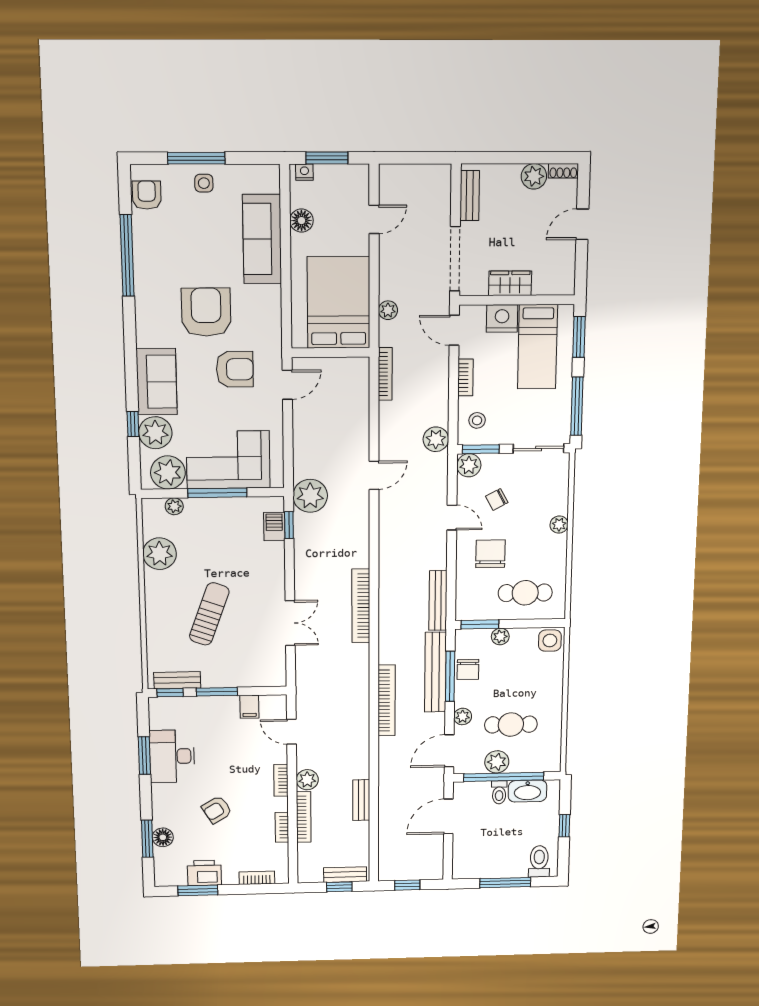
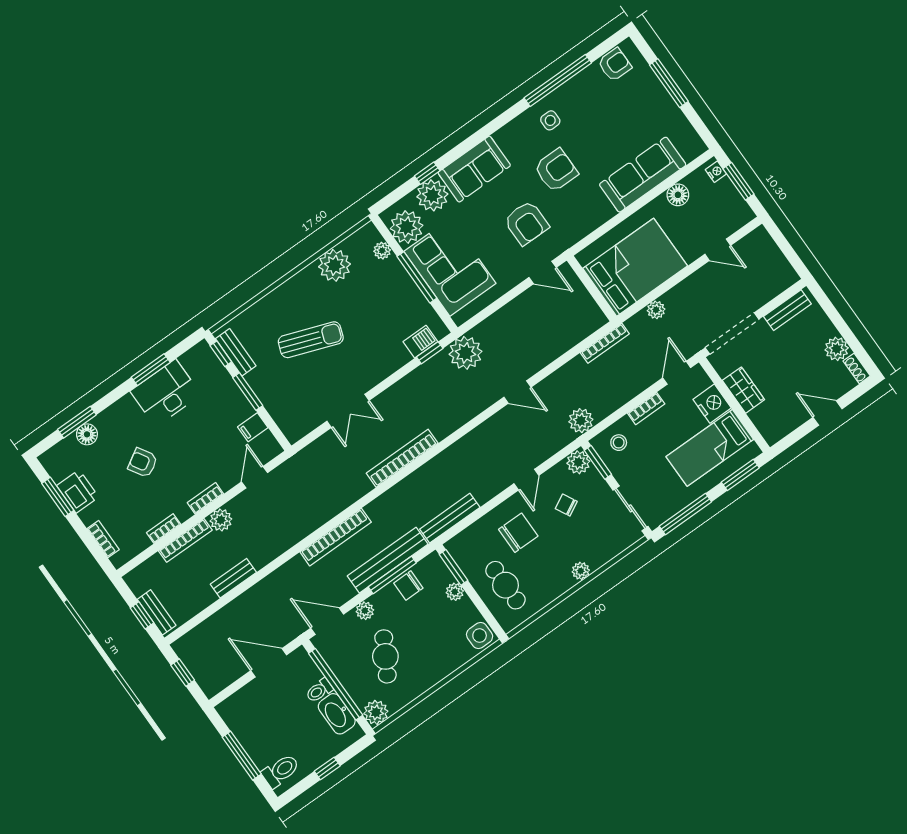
side table: (204, 183) -> (550, 120), moved
armchair: (206, 312) -> (556, 170), width x0.73, depth x0.73
cafe table: (511, 725) -> (385, 656), turned 30
plant: (497, 762) -> (376, 712), moved

